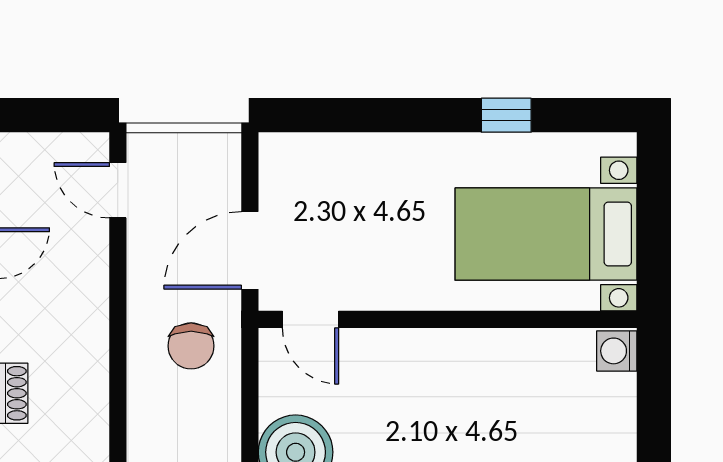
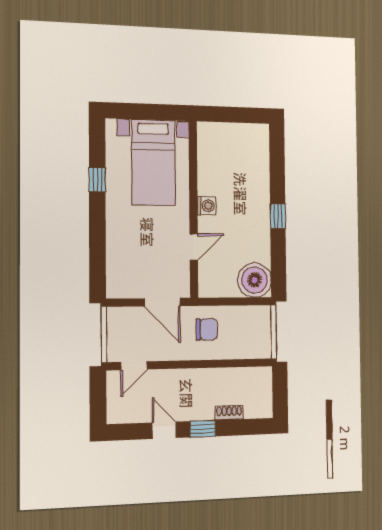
door: (311, 319) -> (194, 247), moved
washing machine: (617, 351) -> (207, 206), moved, turned -90

